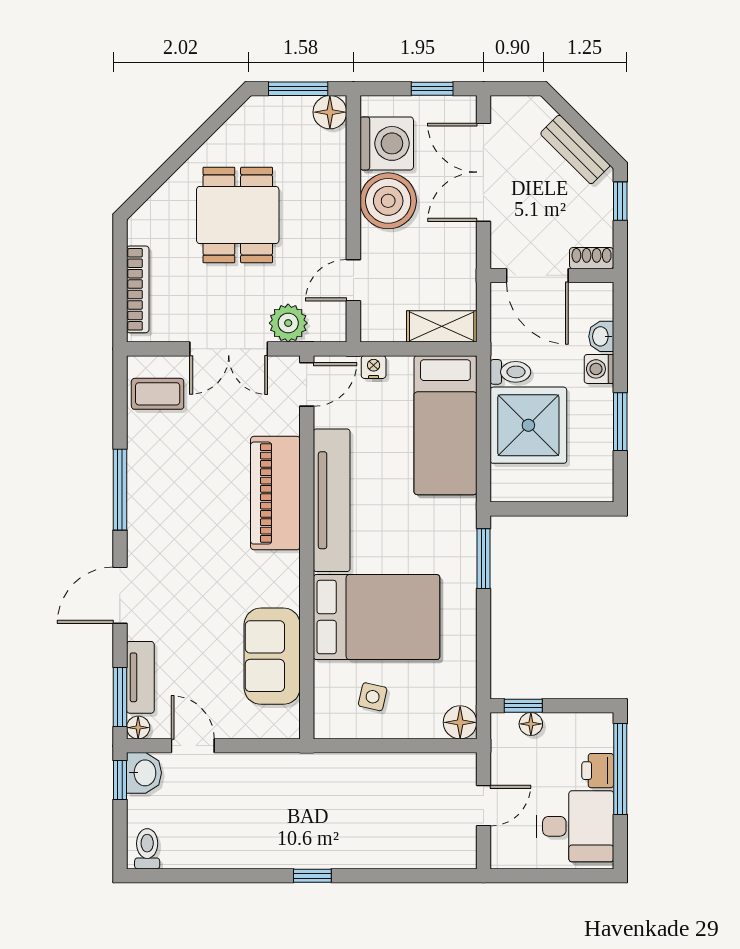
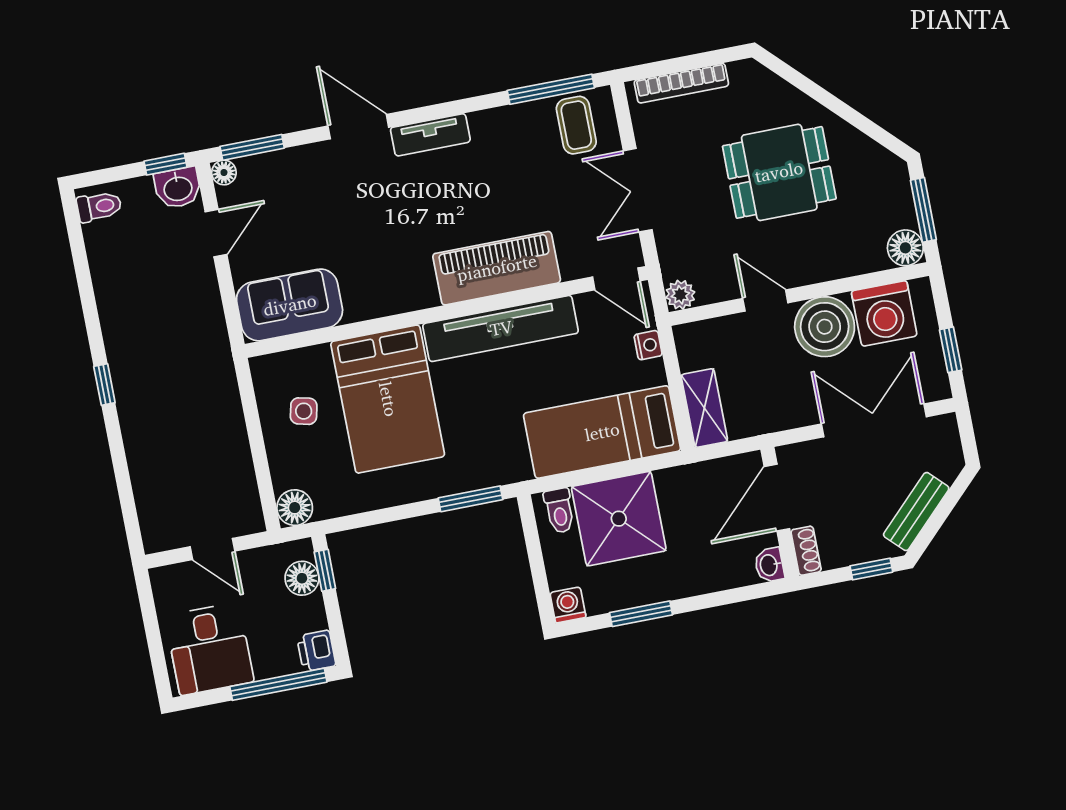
door: (353, 280) -> (765, 301), moved
plant: (288, 323) -> (680, 295), moved, width x0.73, depth x0.73
washbasin: (601, 336) -> (769, 565), moved, turned -90
washing machine: (599, 369) -> (568, 605), moved
toilet: (510, 372) -> (559, 511), moved
window: (120, 490) -> (551, 89), moved
sofa: (272, 656) -> (290, 305), moved
tv unit: (140, 677) -> (430, 135), moved
floor lamp: (531, 724) -> (302, 578), width x1.37, depth x1.37
printer: (598, 771) -> (316, 651), moved, turned -90

